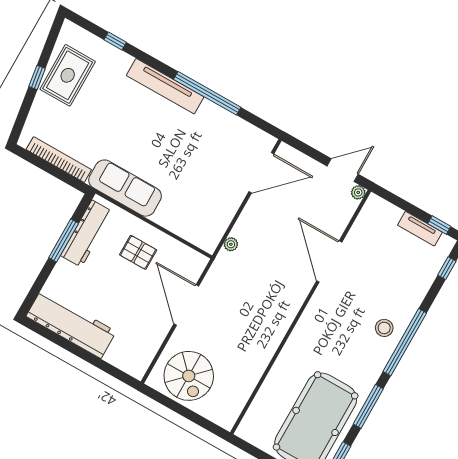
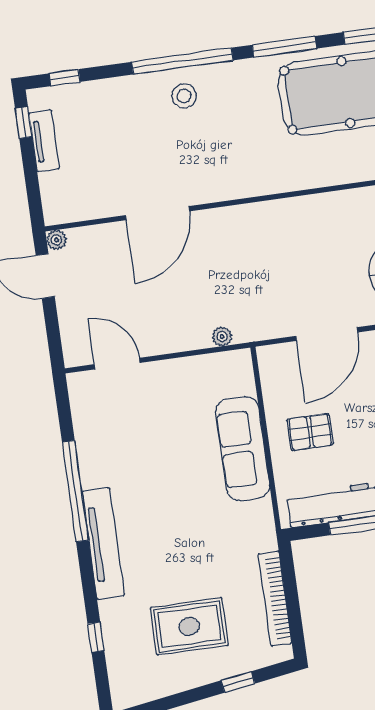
rug: (68, 75) -> (189, 626), moved
window: (37, 77) -> (238, 682), moved
door: (261, 173) -> (117, 364), width x0.73
sofa: (125, 188) -> (243, 449), moved
pallet: (138, 252) -> (310, 432), turned 90

